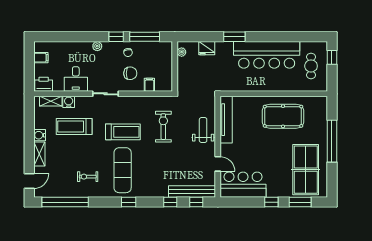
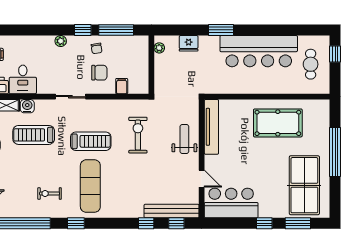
desk: (76, 79) -> (23, 79), moved
window: (129, 202) -> (76, 223), moved

